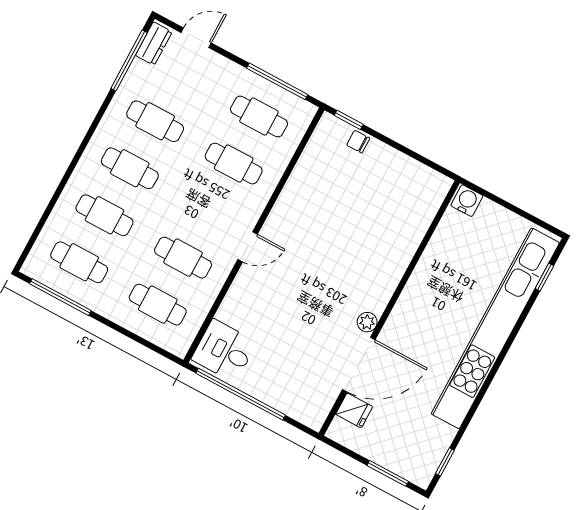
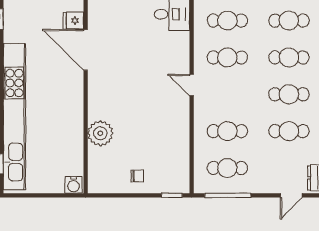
chair: (358, 142) -> (137, 176), moved
door: (248, 247) -> (192, 85), hinge flipped
plant: (367, 322) -> (100, 133), moved, width x1.87, depth x1.87
door: (359, 365) -> (86, 50), hinge flipped

